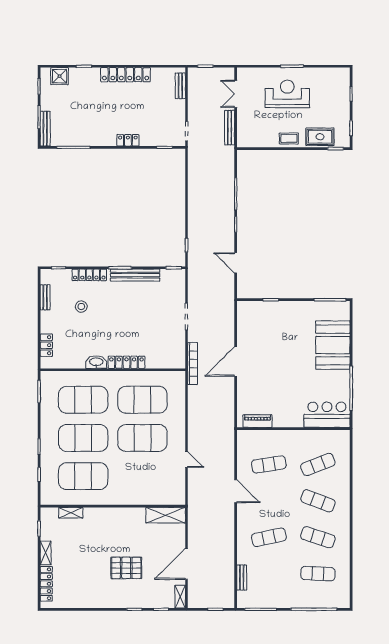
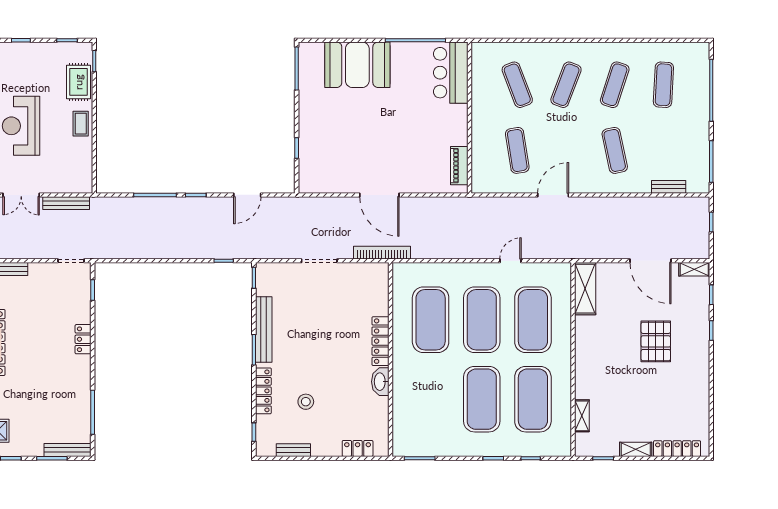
exercise mat: (83, 400) -> (533, 320), moved

